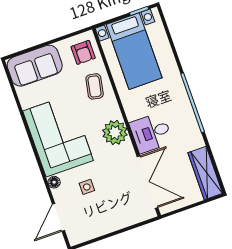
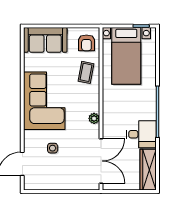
plant: (115, 133) -> (94, 118), width x0.53, depth x0.53
desk: (151, 133) -> (141, 134), moved, turned 180
floor lamp: (54, 182) -> (29, 136), removed

